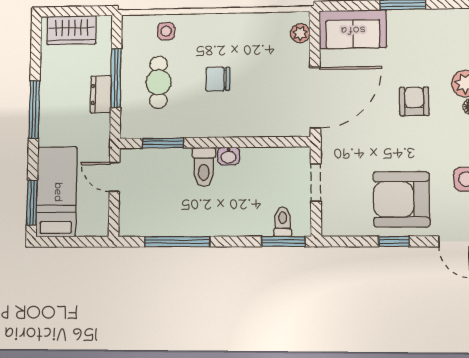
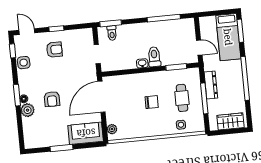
dresser: (101, 94) -> (211, 85), width x1.44
window: (34, 109) -> (245, 78), width x1.46
armchair: (401, 199) -> (54, 50), width x0.53, depth x0.53

